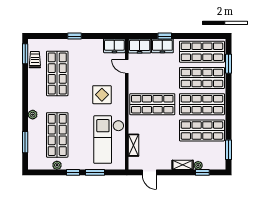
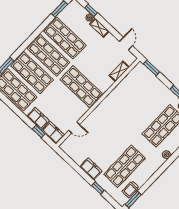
window: (75, 36) -> (98, 188), moved
window: (165, 36) -> (39, 132), moved
freezer: (114, 46) -> (91, 169), moved
door: (127, 66) -> (74, 127), hinge flipped
display table: (102, 95) -> (108, 124), removed
checkout: (109, 140) -> (132, 90), removed
window: (95, 172) -> (151, 68), moved

